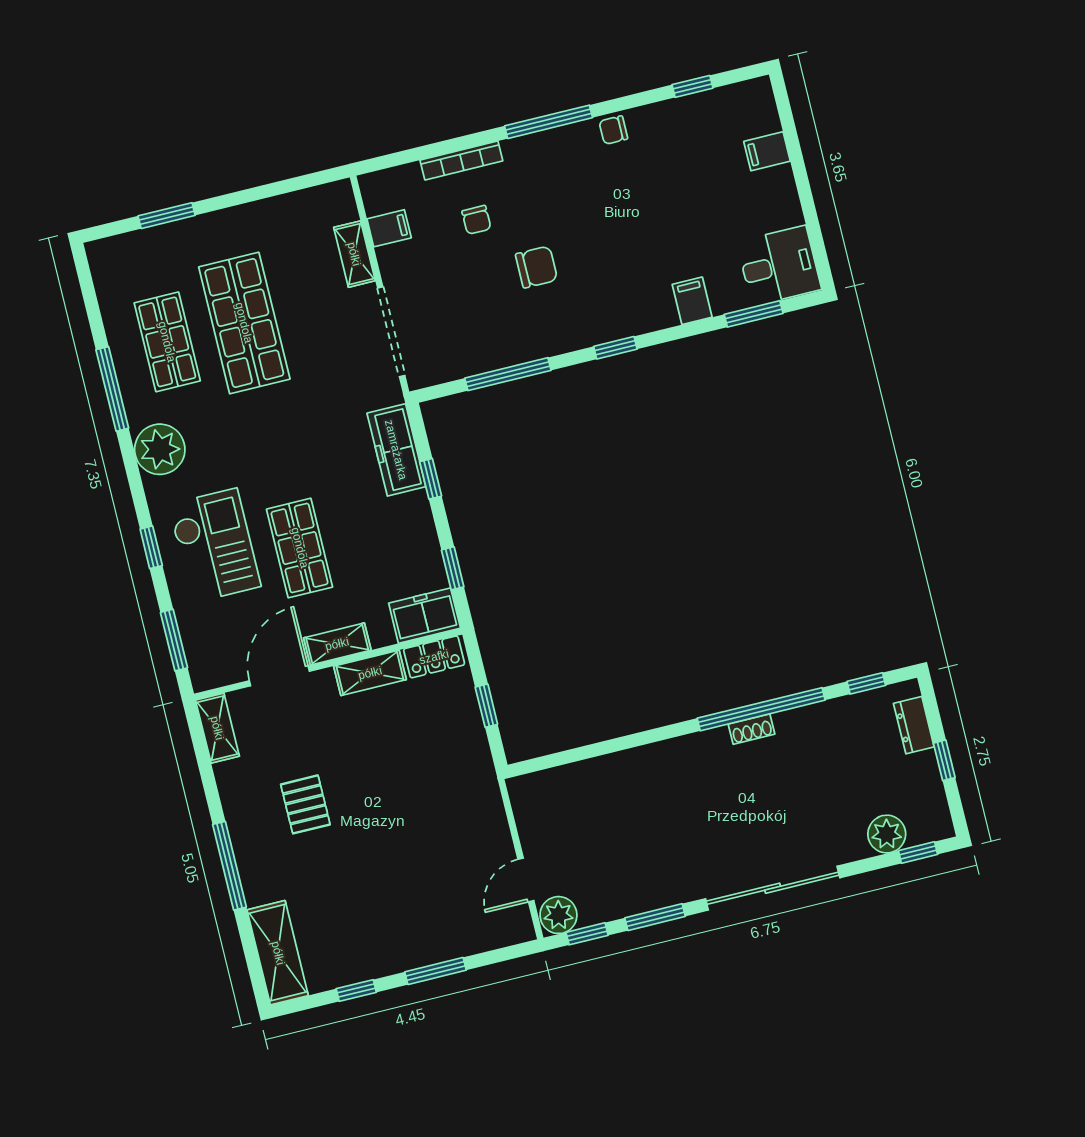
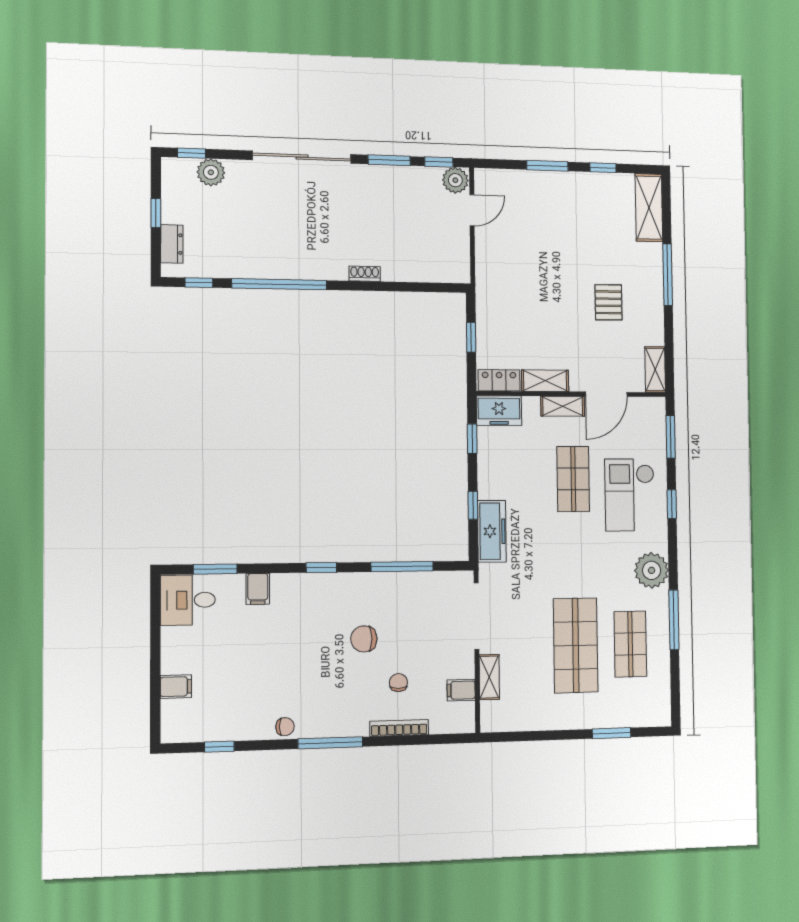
shoe rack: (752, 729) -> (365, 274), moved

